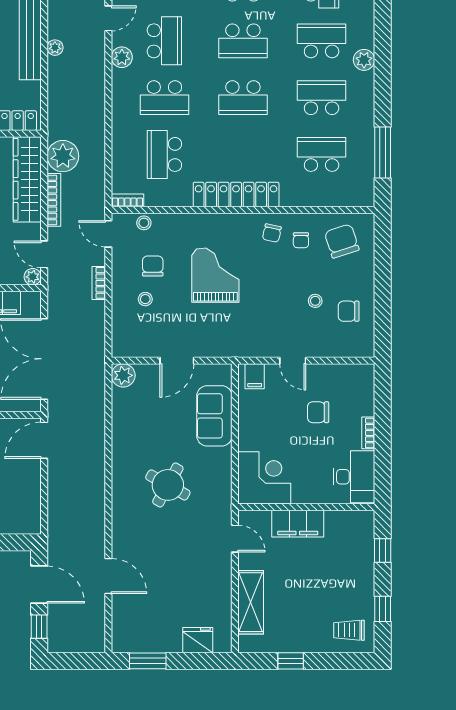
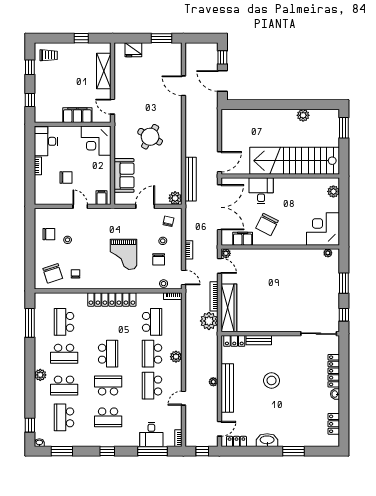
plant: (122, 57) -> (176, 357), moved
school desk: (164, 98) -> (152, 354), turned -90
school desk: (243, 98) -> (108, 354), turned 90
school desk: (322, 154) -> (64, 322), turned 90
chair: (272, 233) -> (168, 221), moved
bench: (96, 409) -> (191, 179), added

